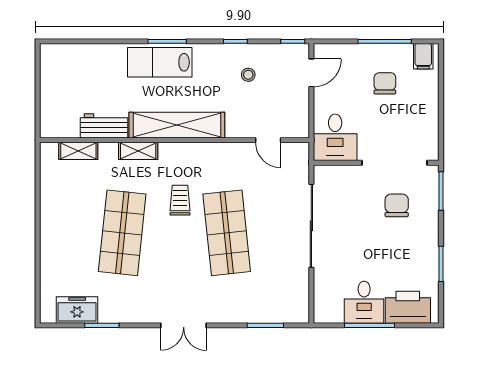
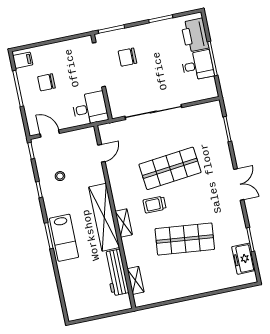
workbench: (104, 126) -> (116, 272), width x1.38
shelving: (138, 151) -> (124, 223), moved

